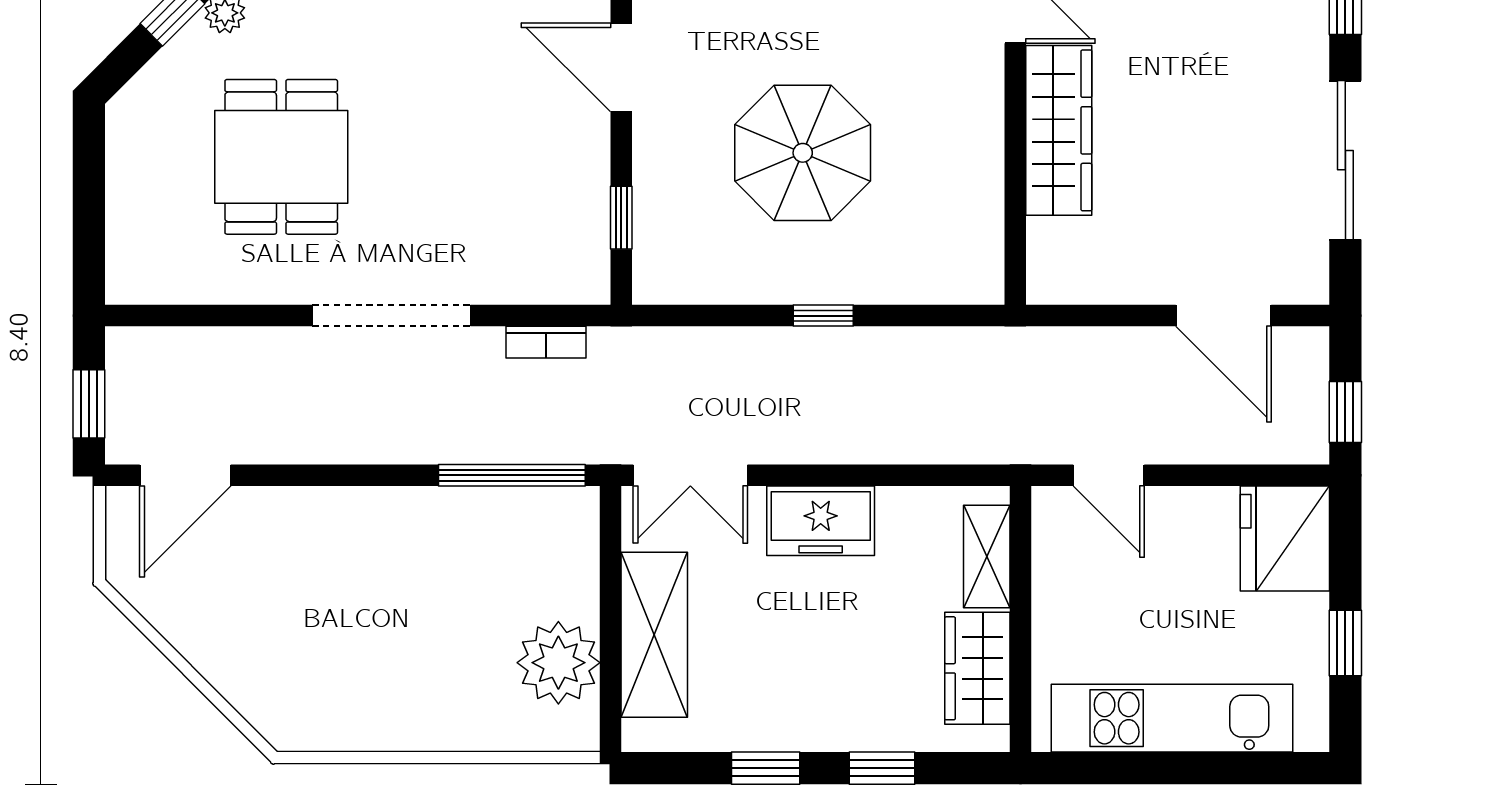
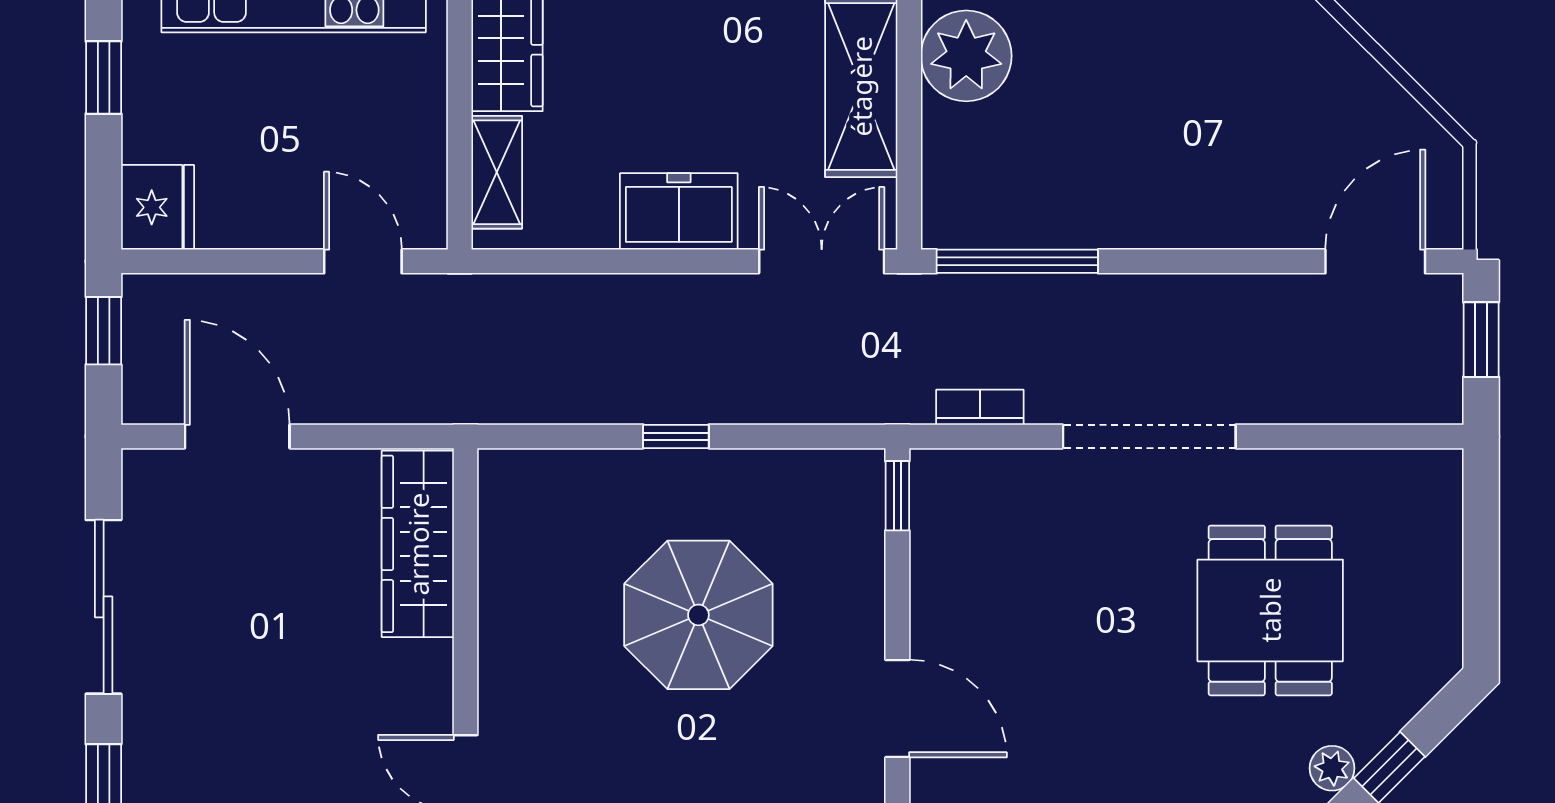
wardrobe: (1059, 130) -> (418, 544), moved
window: (621, 218) -> (897, 496), moved
fridge: (1285, 539) -> (158, 207), width x0.73, depth x0.75

